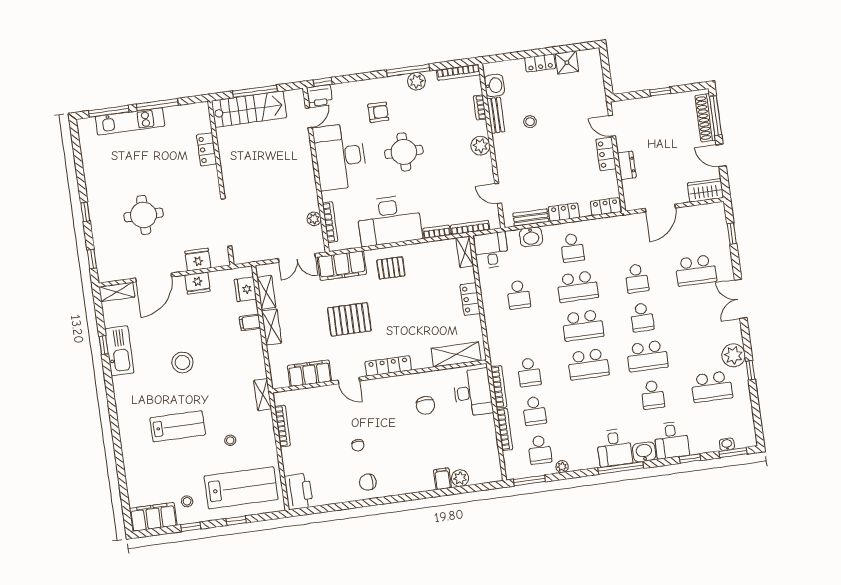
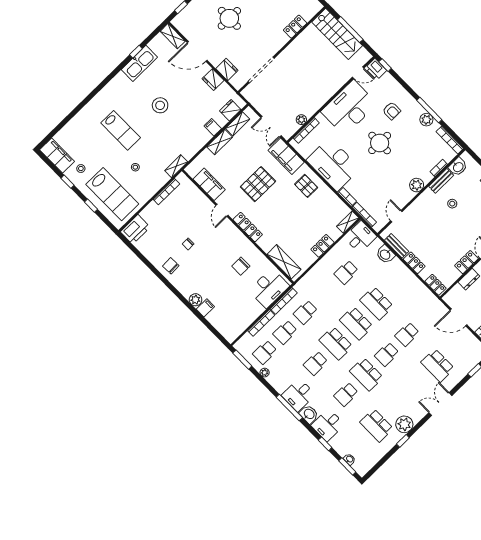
school desk: (572, 248) -> (316, 363), moved
pallet: (349, 319) -> (258, 184), turned 90
plant: (460, 478) -> (196, 300), moved

